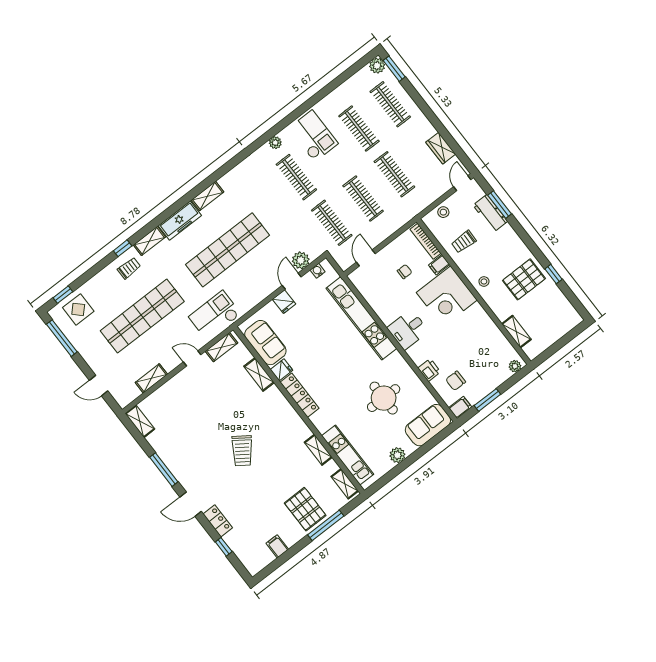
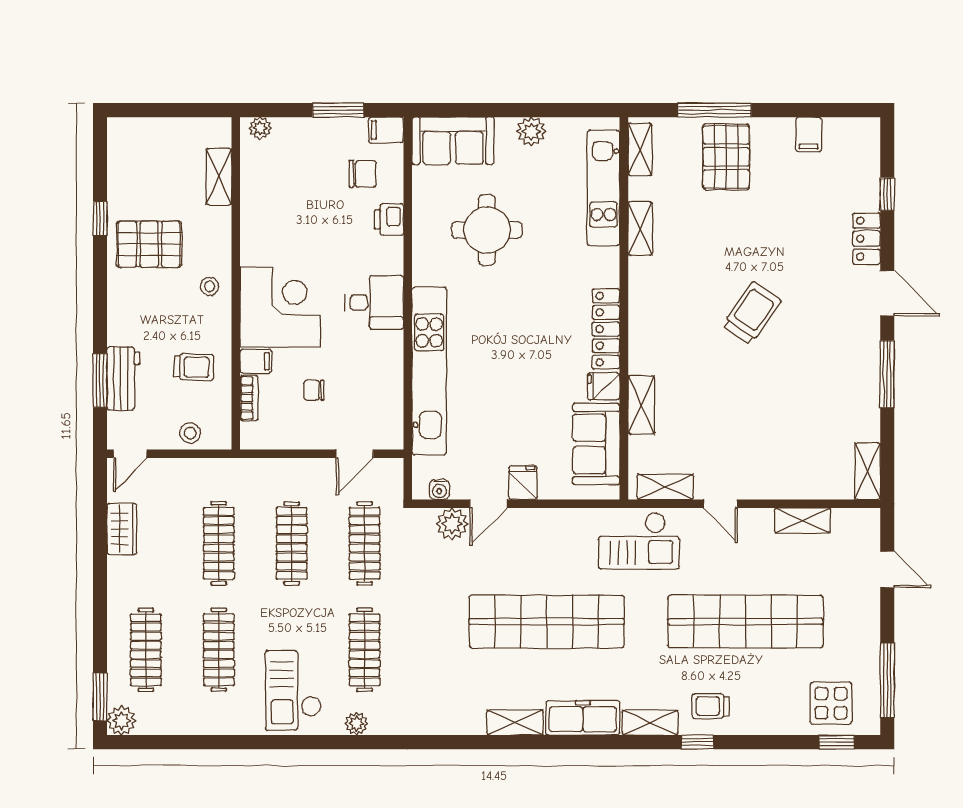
bookcase: (426, 241) -> (249, 398), width x0.64

